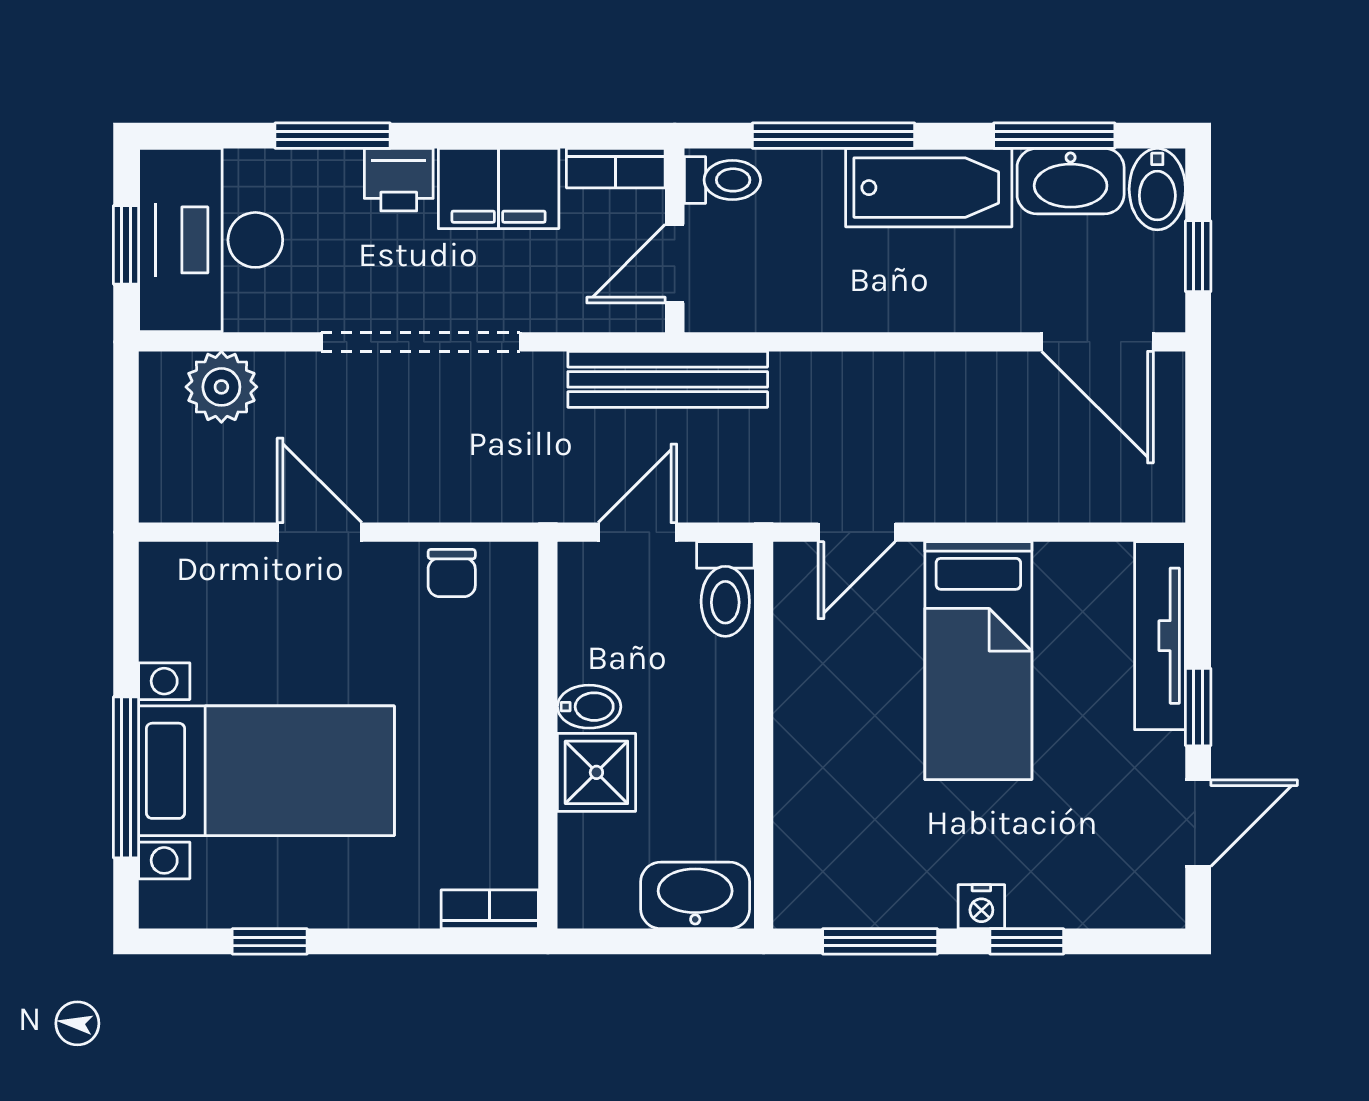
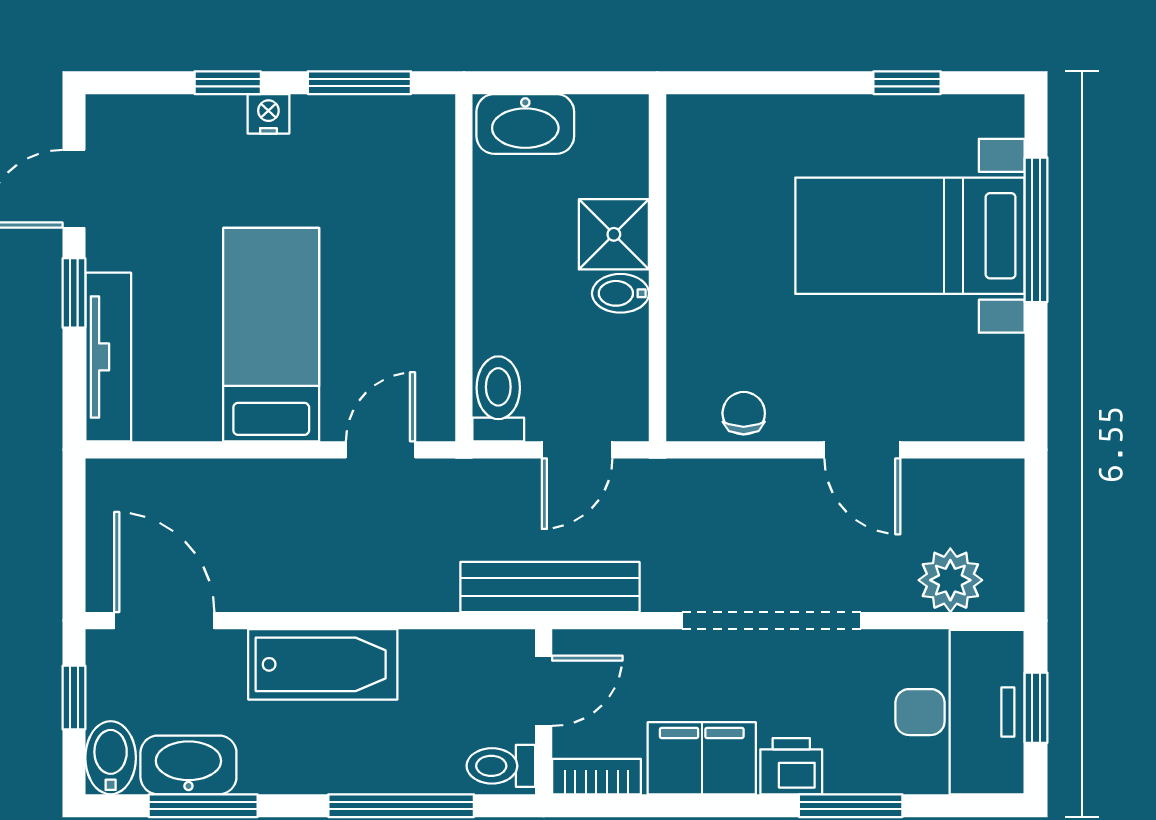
bathtub: (929, 188) -> (323, 664), moved, turned 180
bookcase: (490, 909) -> (710, 111), removed

